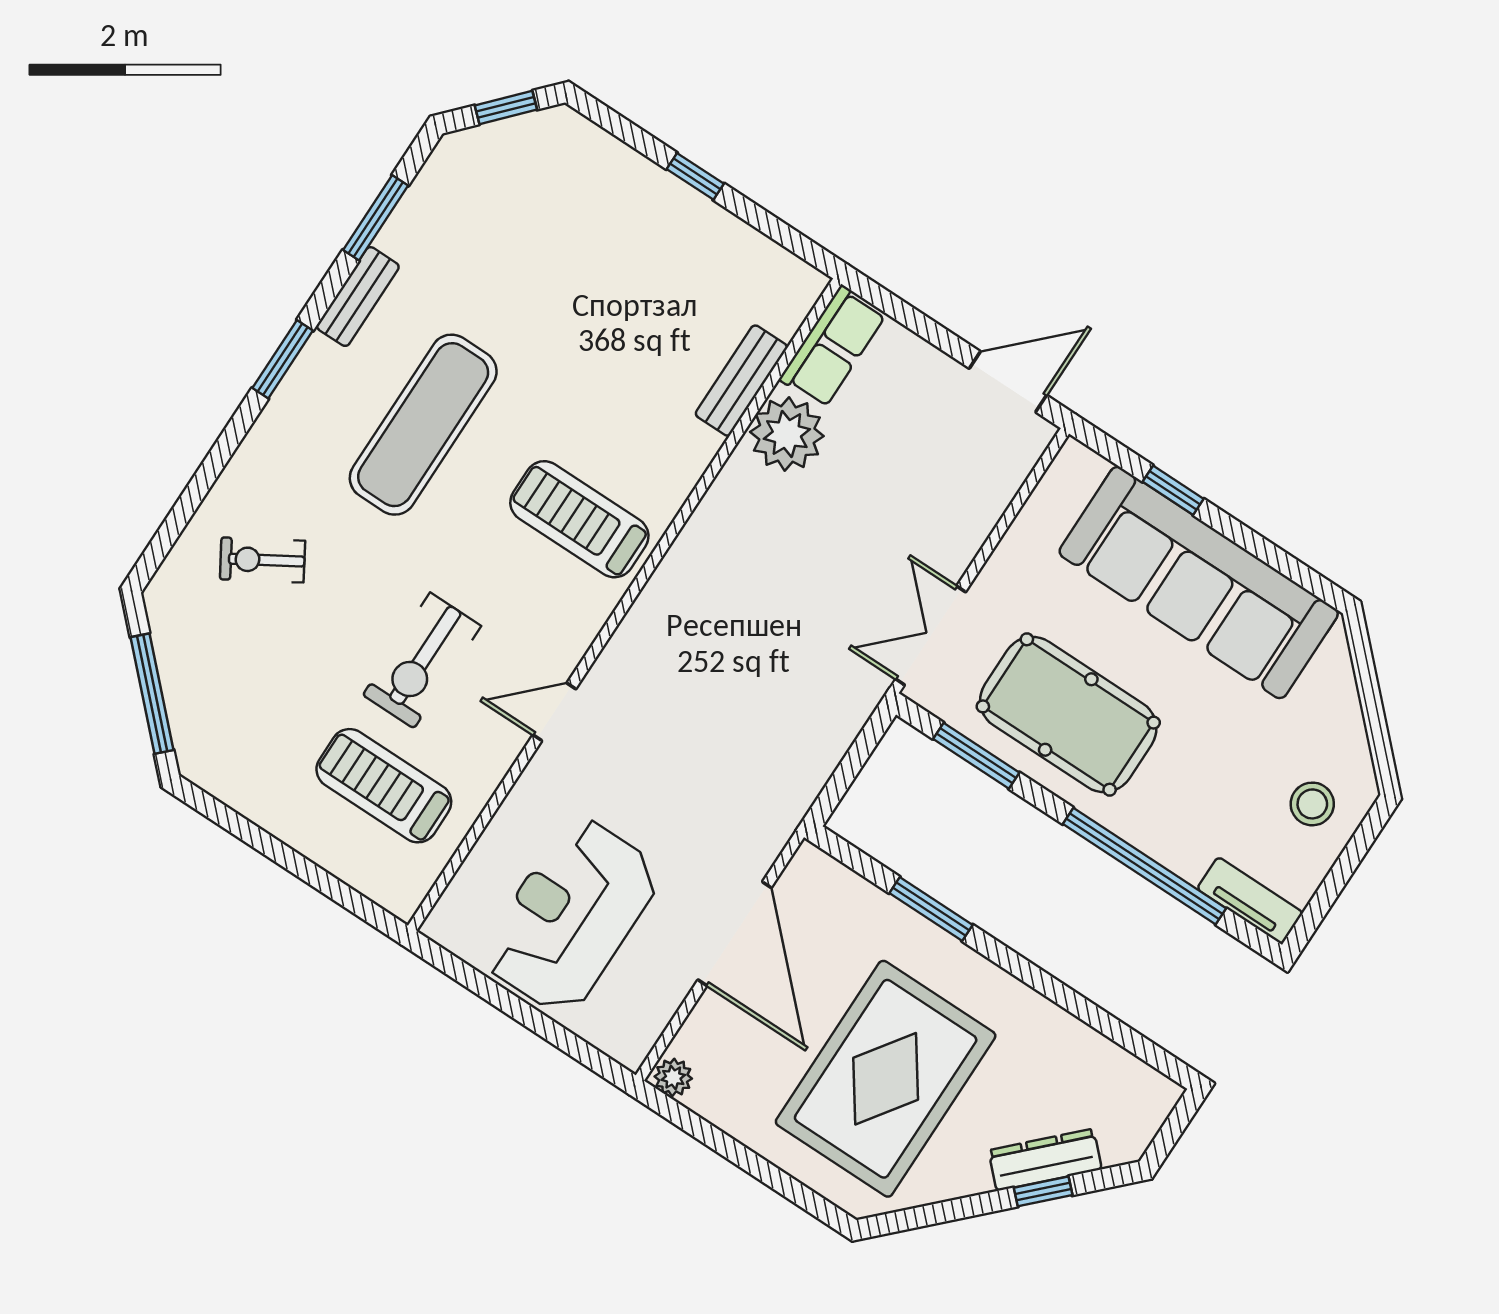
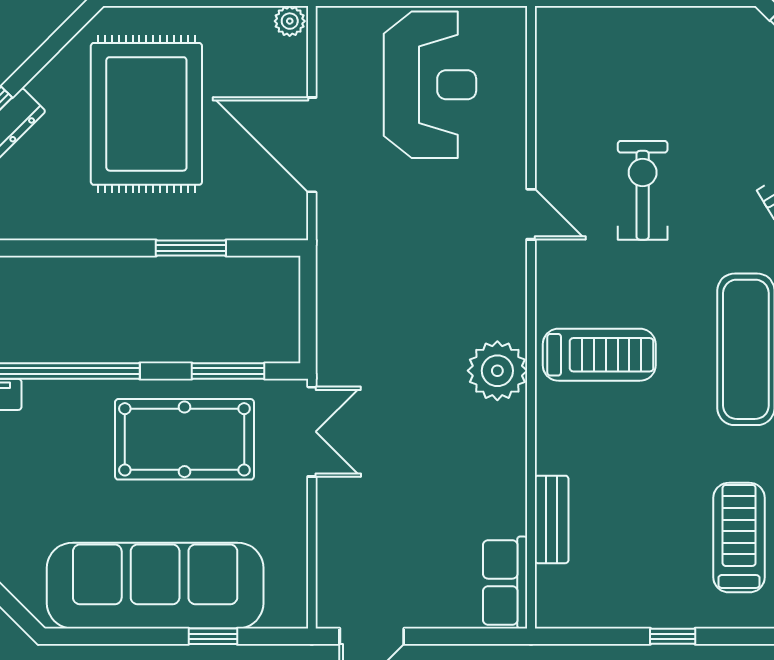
plant: (787, 434) -> (497, 371), moved
door: (554, 712) -> (531, 214), hinge flipped
treadmill: (384, 786) -> (739, 538), moved, turned -90

